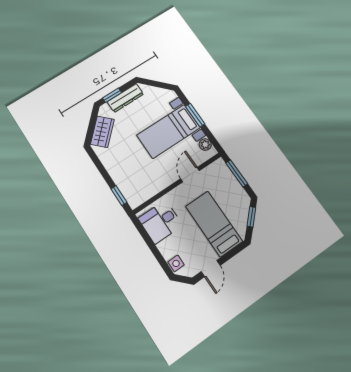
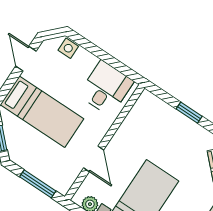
window: (119, 196) -> (189, 113), moved

